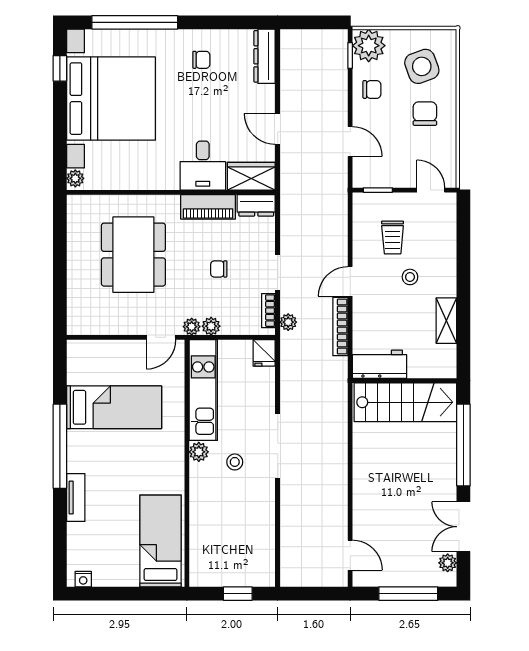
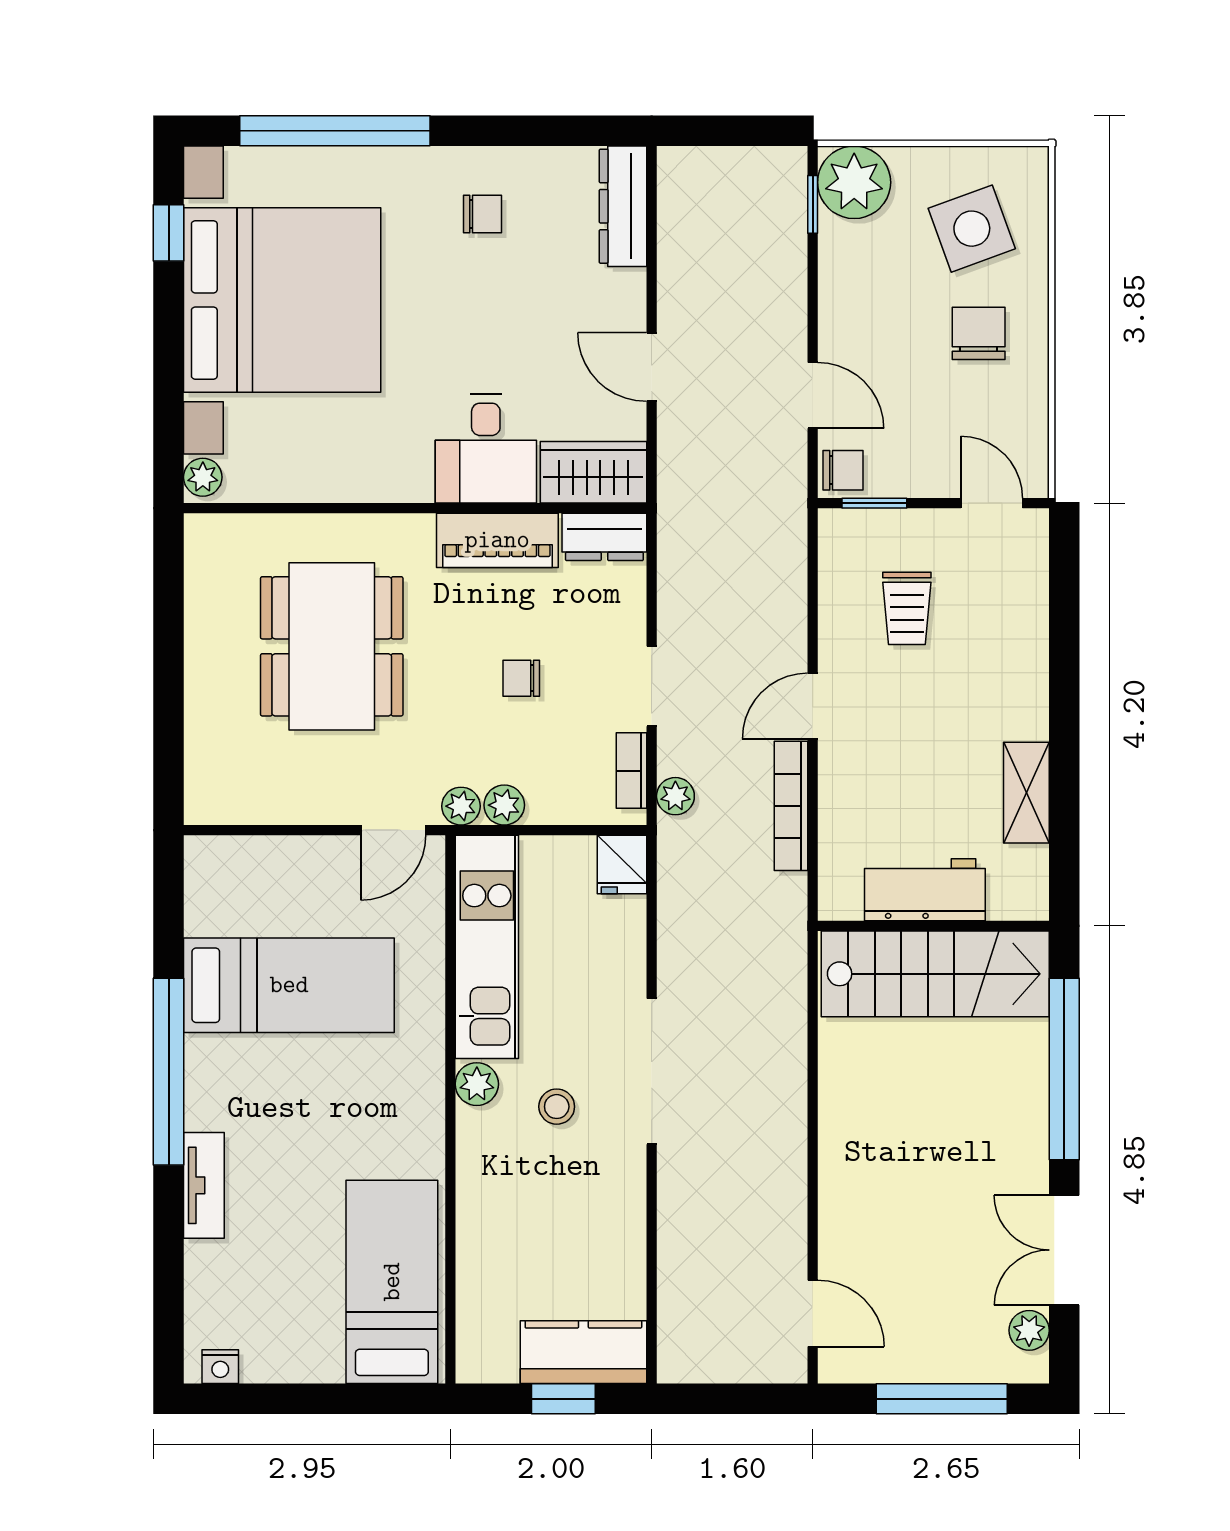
chair: (372, 89) -> (843, 470), moved
stool: (410, 277) -> (946, 696), removed
workbench: (379, 364) -> (925, 890), moved
kitchen counter: (247, 573) -> (583, 1352), added

